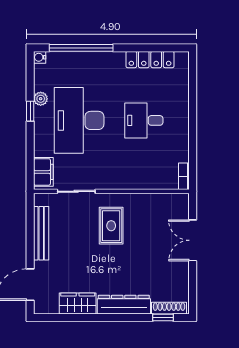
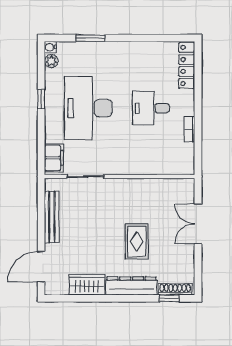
window: (81, 48) -> (90, 38), width x0.47
locker: (150, 60) -> (187, 65), moved, turned 90
plant: (41, 99) -> (51, 61), moved
bookcase: (184, 176) -> (189, 129), moved
rug: (111, 226) -> (137, 242), moved

